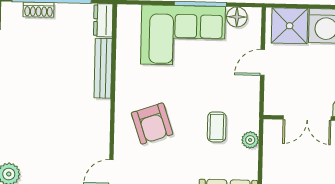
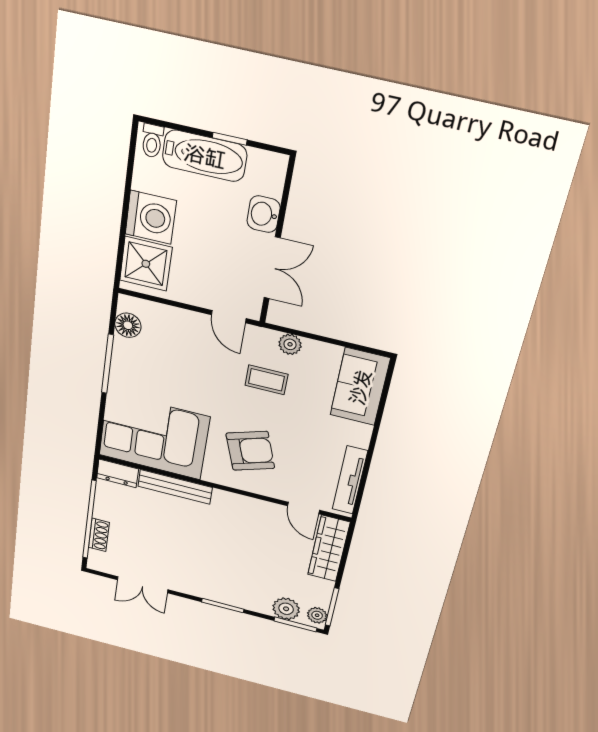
corner sofa: (183, 35) -> (154, 436), moved, turned -90
door: (263, 62) -> (229, 317), moved

